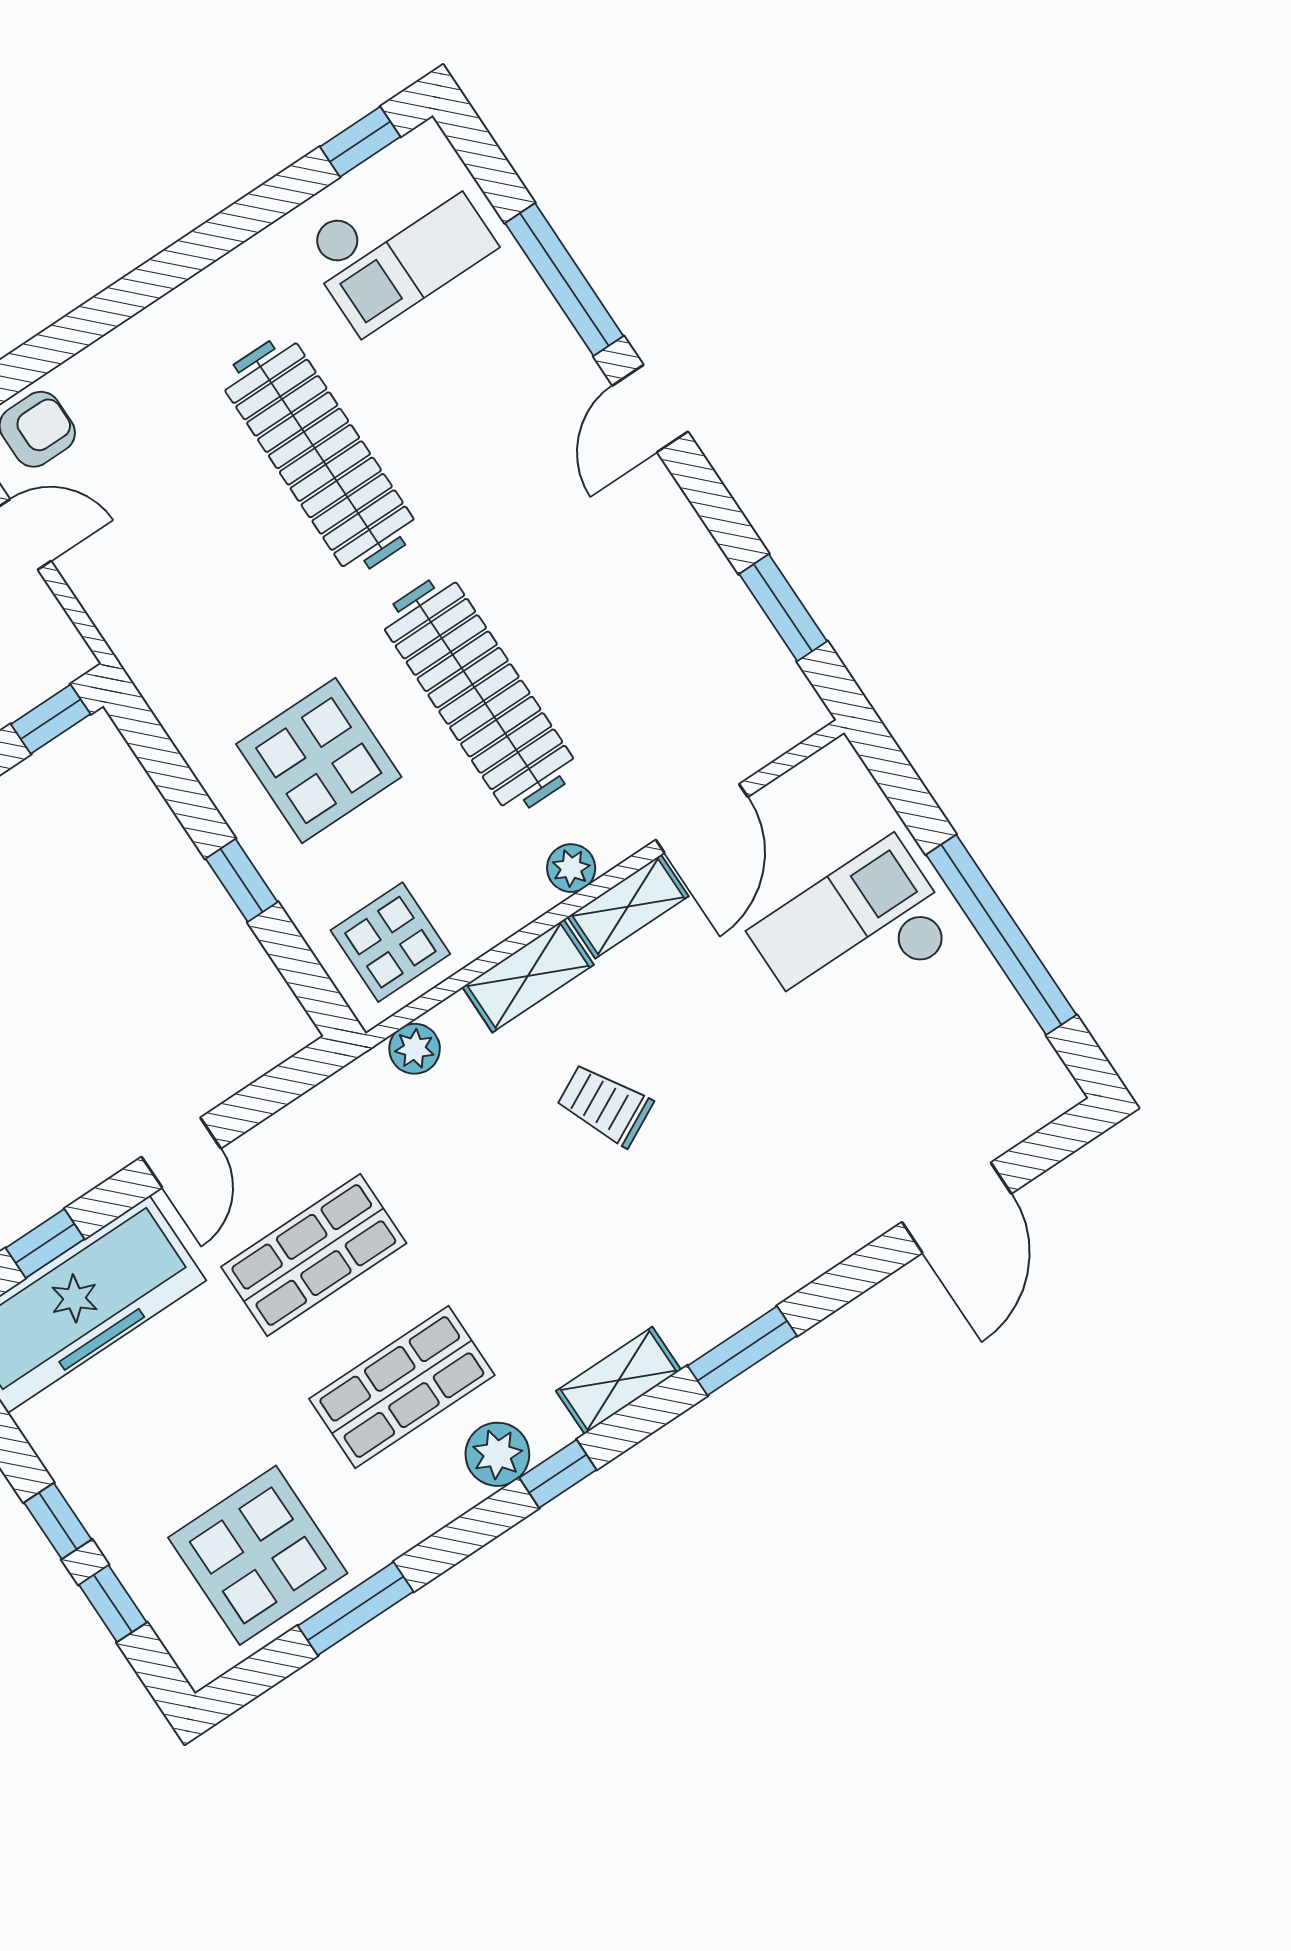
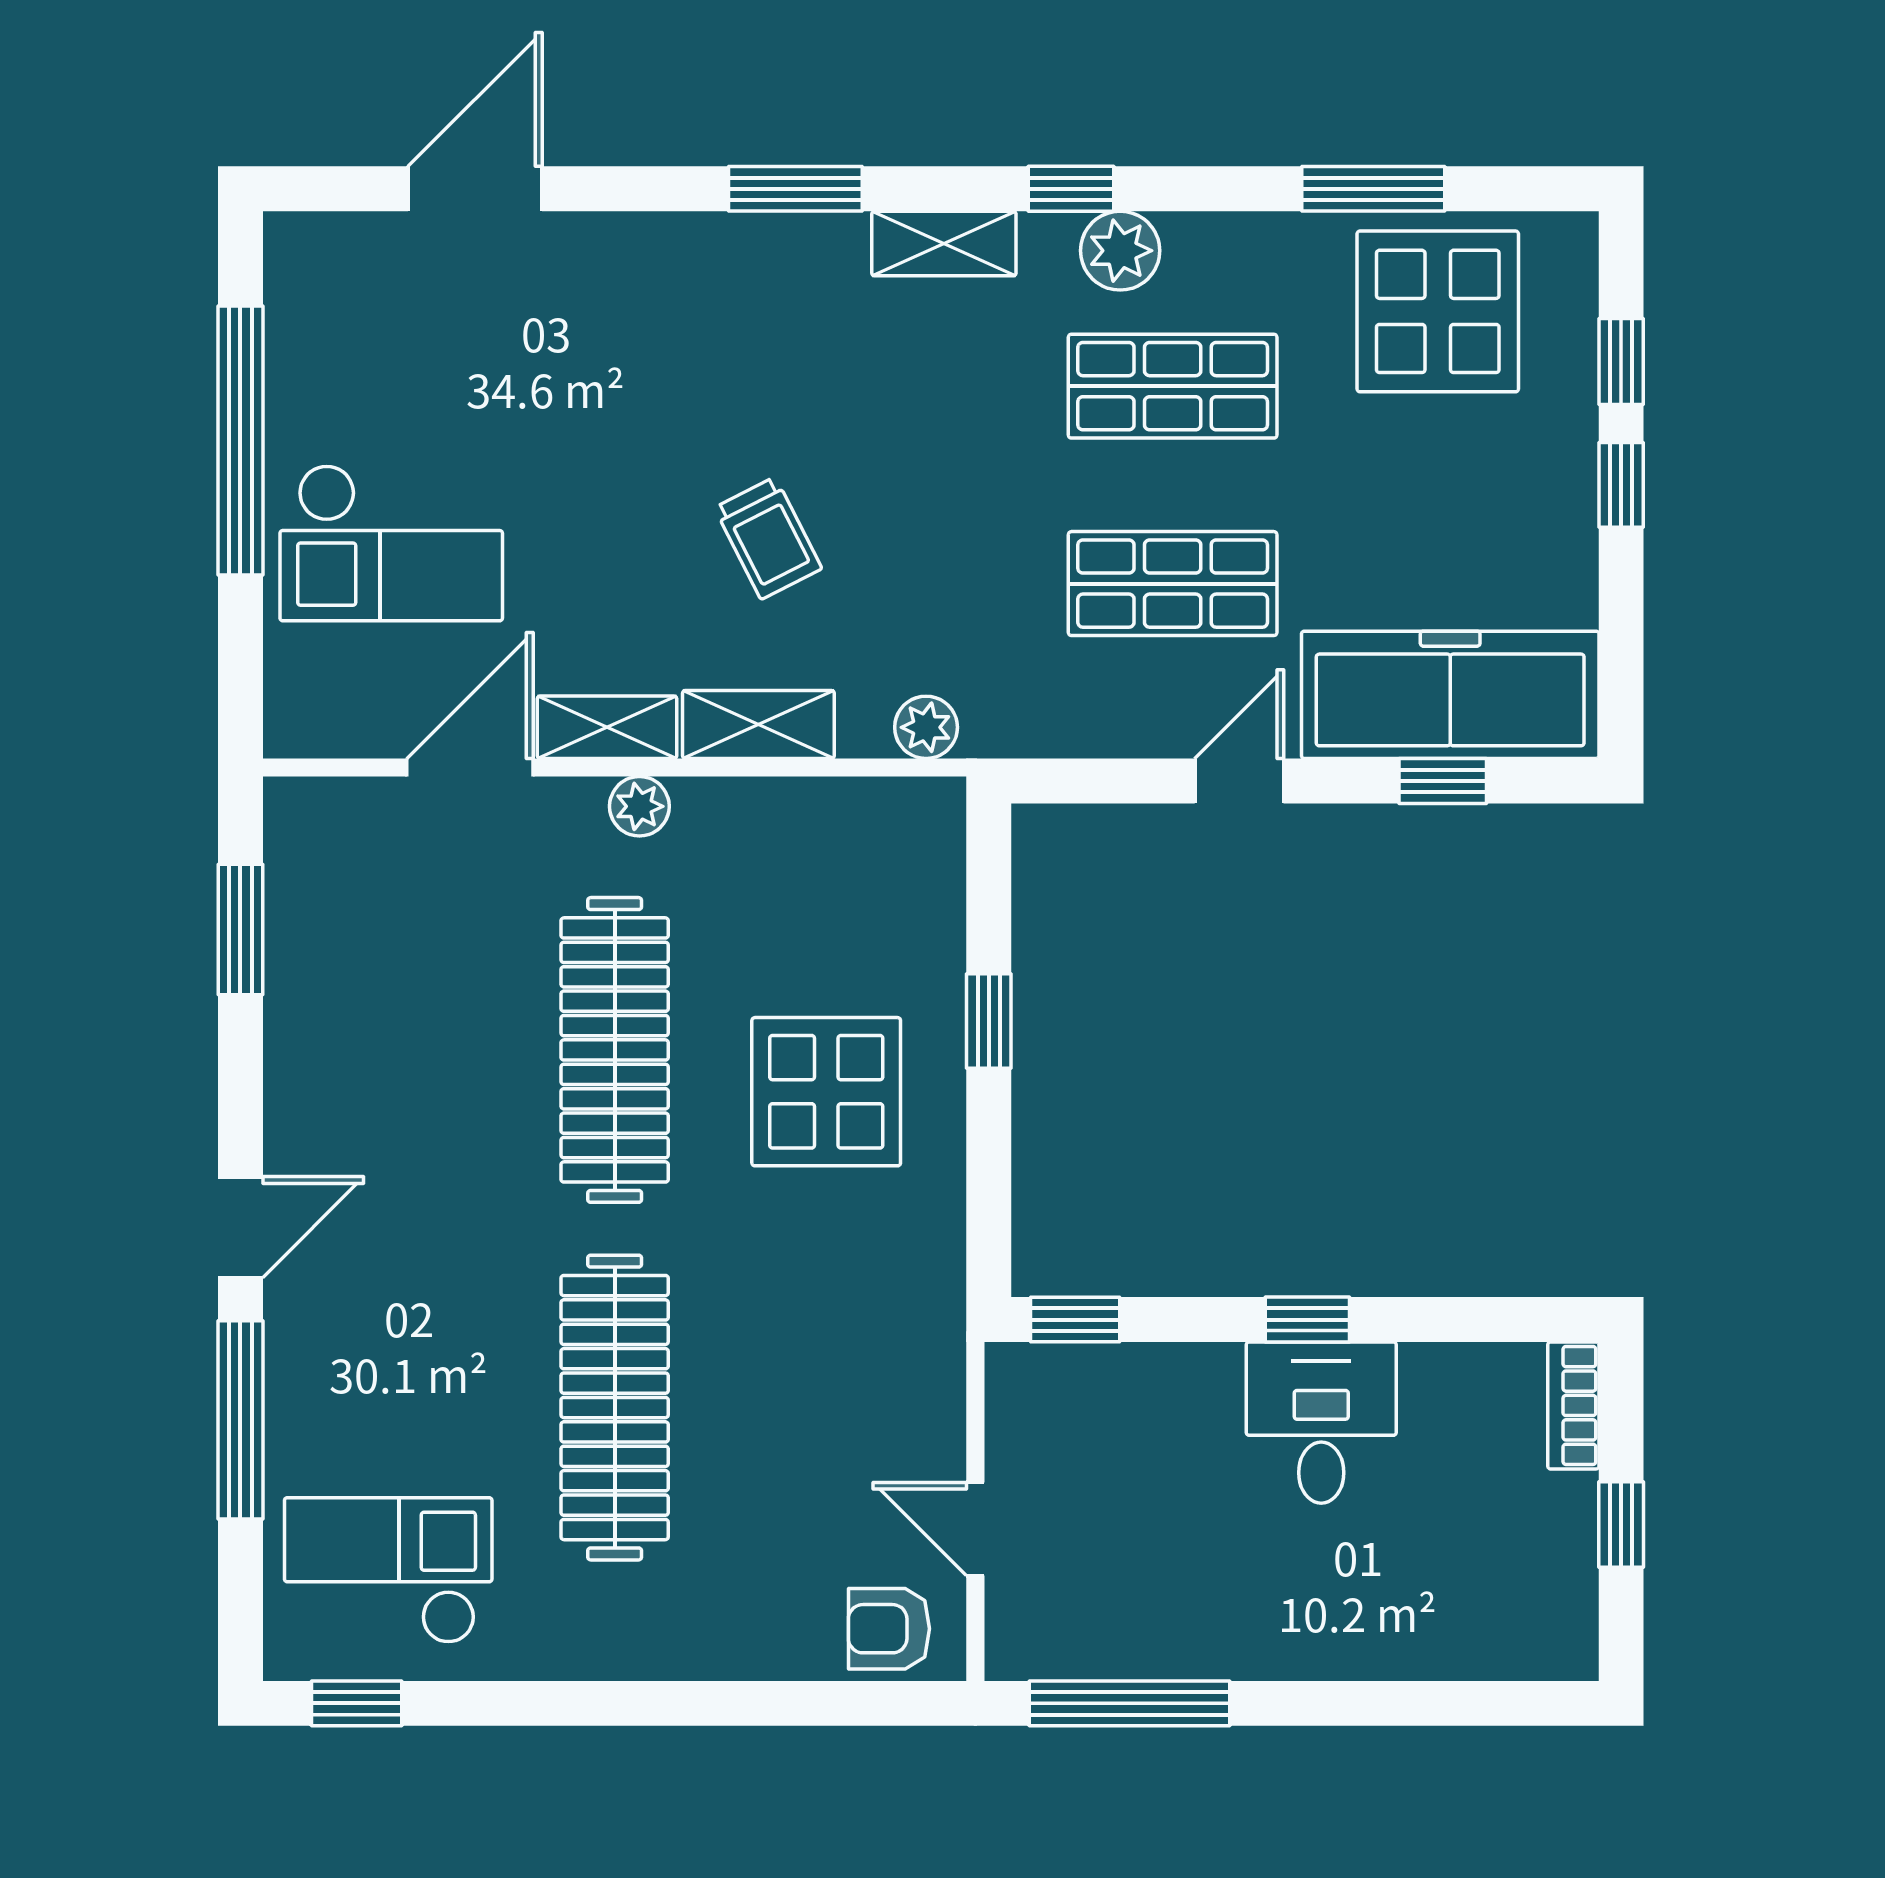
display table: (390, 942) -> (878, 854), removed

